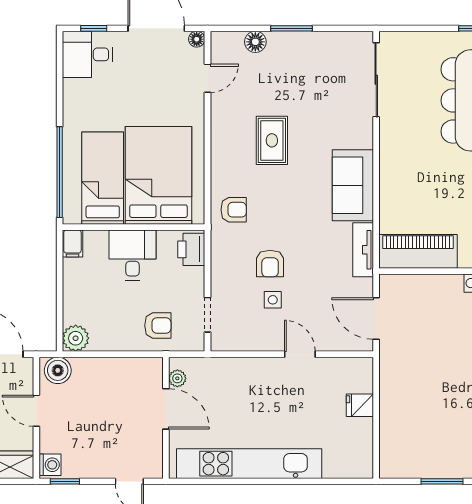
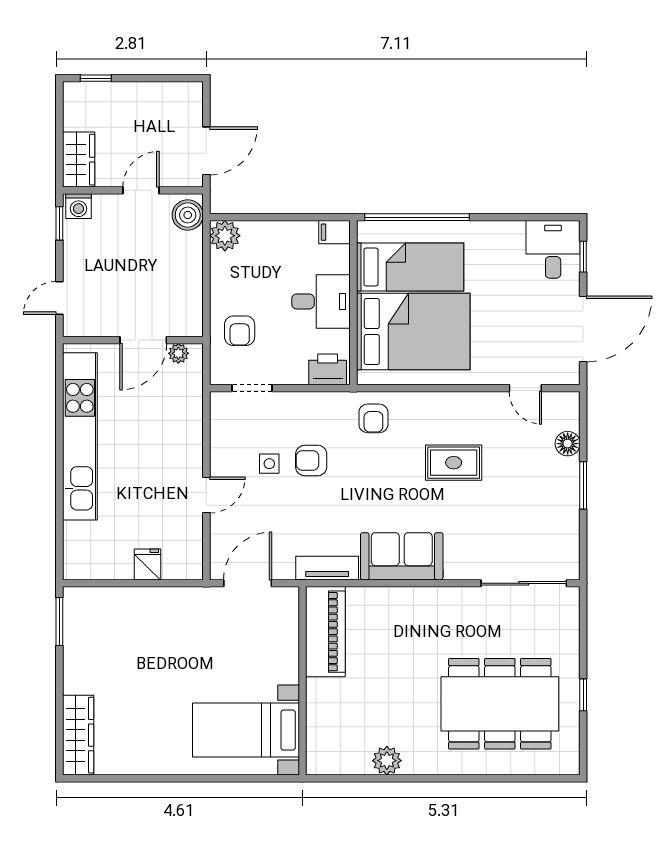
floor lamp: (197, 39) -> (571, 376), removed
window: (442, 481) -> (59, 622), moved

